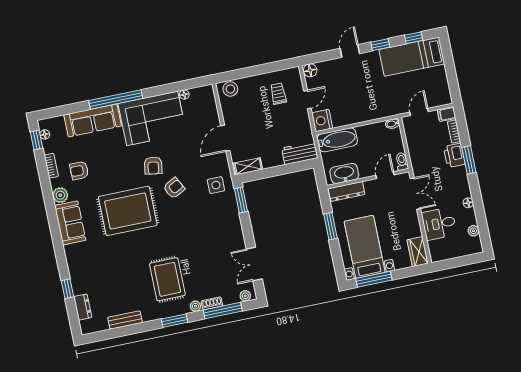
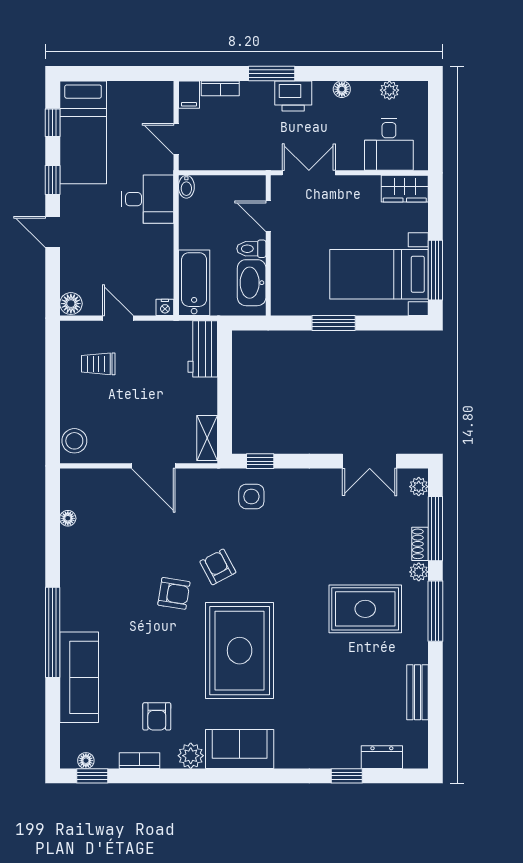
desk: (380, 103) -> (148, 199), added
corner sofa: (152, 118) -> (96, 579), removed
nightstand: (322, 120) -> (165, 307), width x0.53, depth x0.56
printer: (454, 155) -> (293, 96), moved
toilet: (402, 161) -> (251, 249), moved
side table: (216, 185) -> (251, 496), moved
dresser: (347, 191) -> (282, 285), removed
window: (241, 200) -> (260, 461), width x0.67
desk: (439, 224) -> (389, 144), moved
window: (175, 321) -> (435, 611), width x1.44

